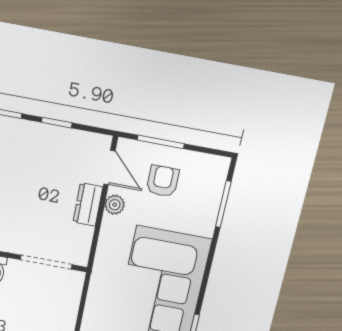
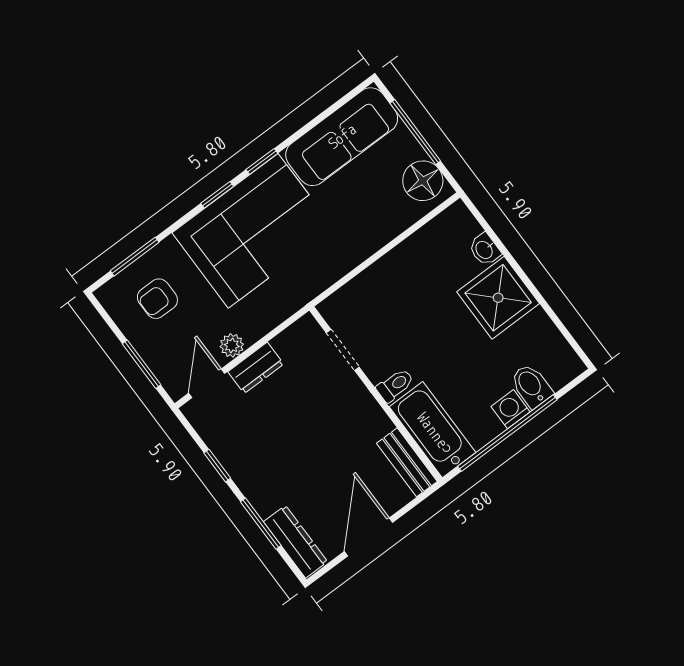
armchair: (163, 181) -> (157, 299), moved
doorway: (46, 262) -> (343, 350), width x0.73
window: (204, 285) -> (217, 195), added

